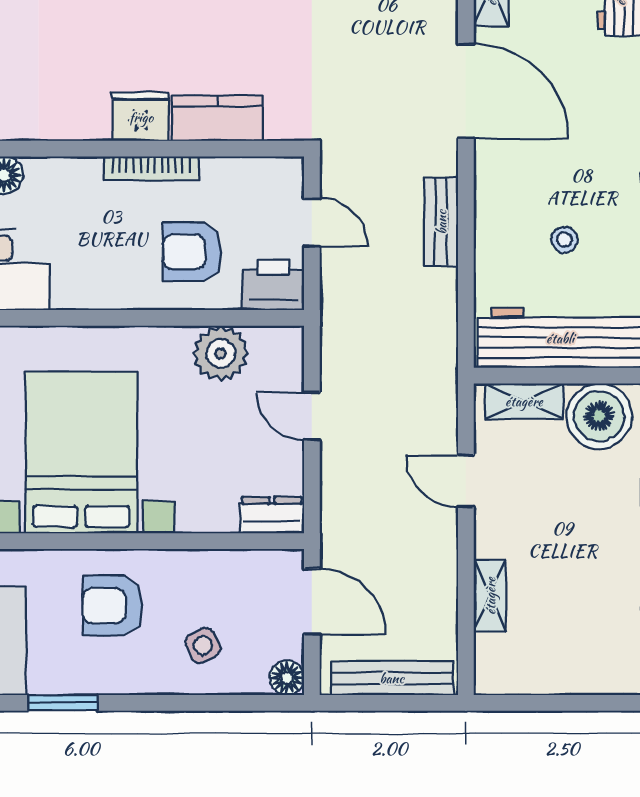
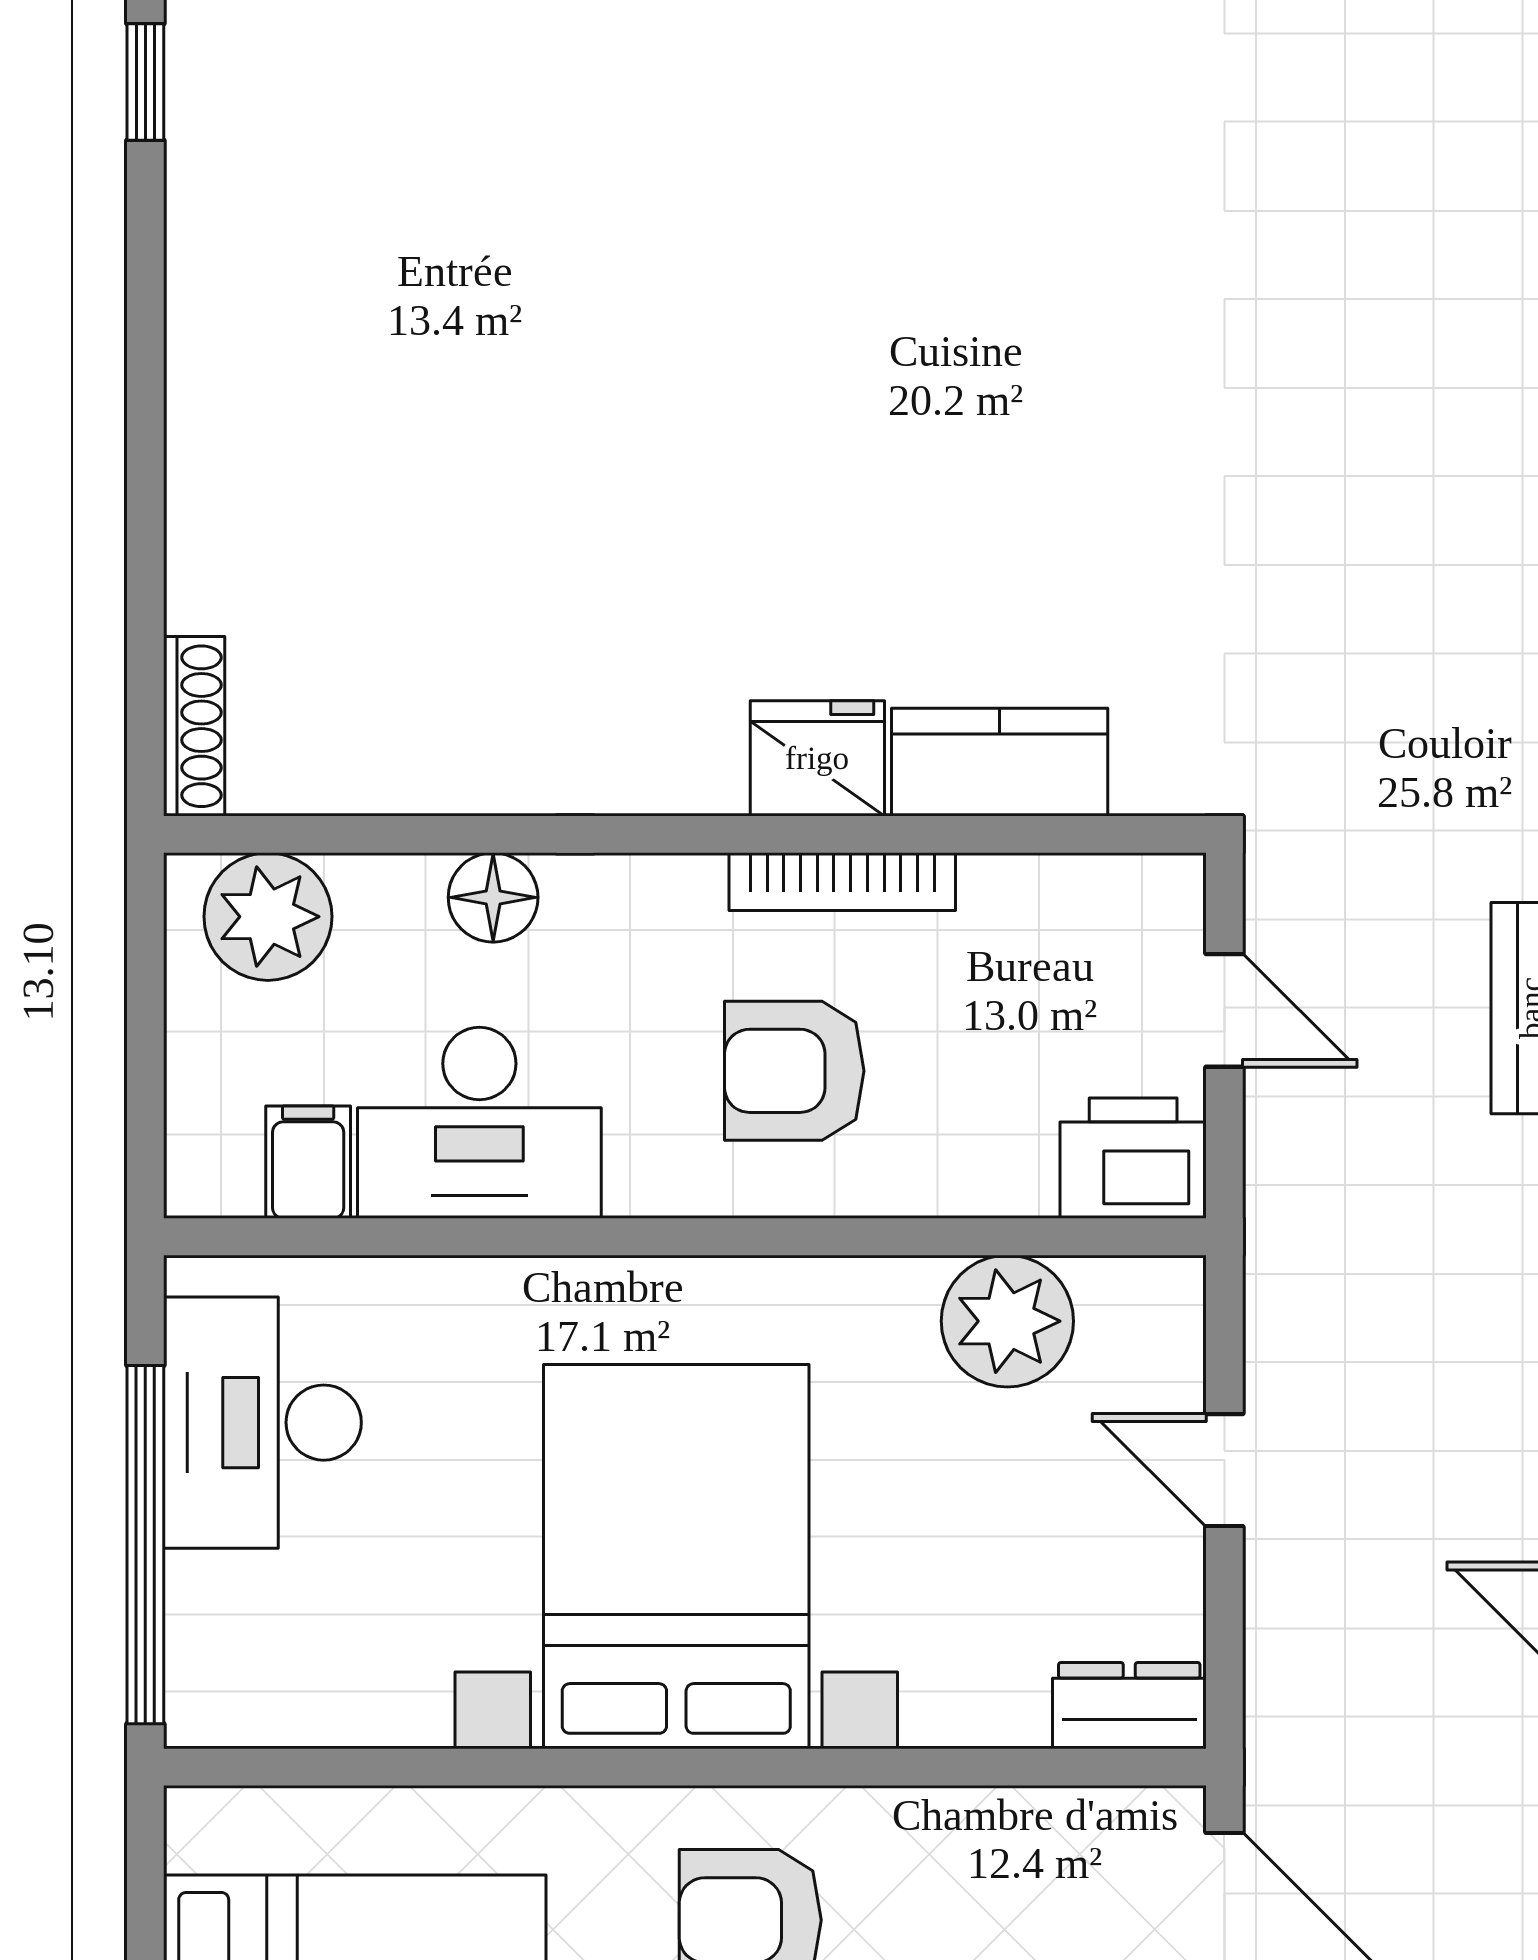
armchair: (192, 252) -> (794, 1071), moved

